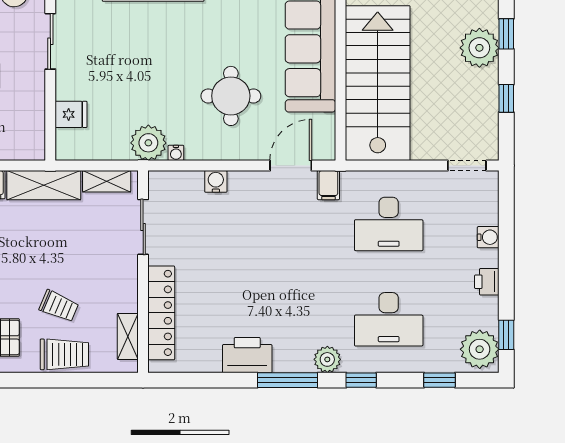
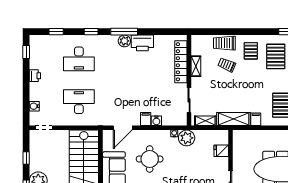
filing cabinet: (328, 185) -> (146, 119), moved
water cooler: (488, 237) -> (34, 106), moved
desk: (389, 319) -> (79, 59), turned 180
shelving: (128, 336) -> (196, 66), moved
plant: (480, 349) -> (38, 45), removed
plant: (327, 359) -> (124, 41), moved

